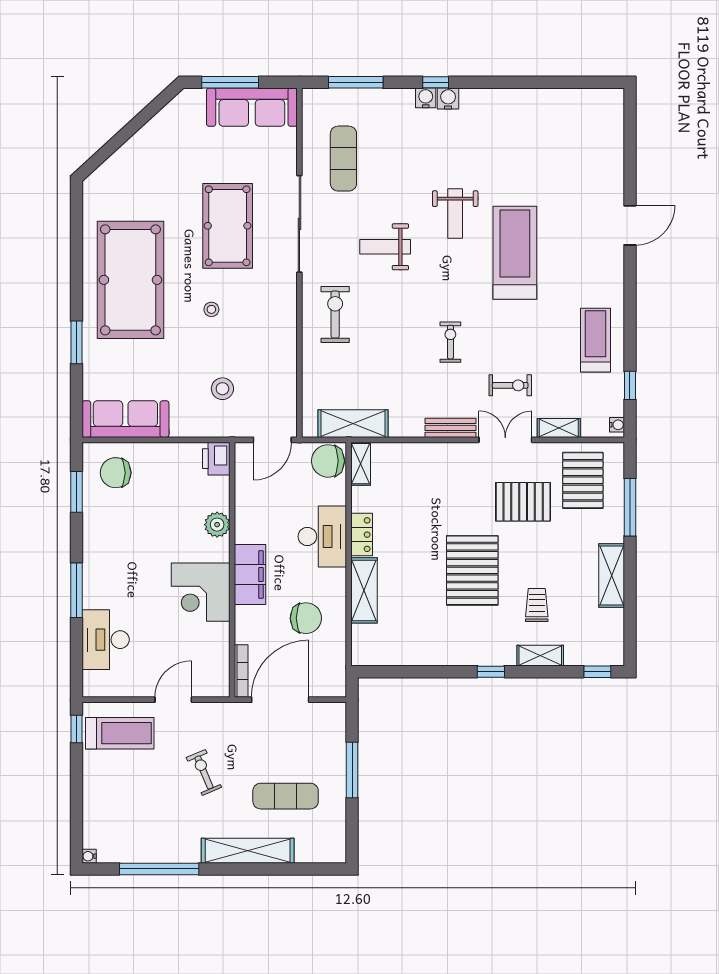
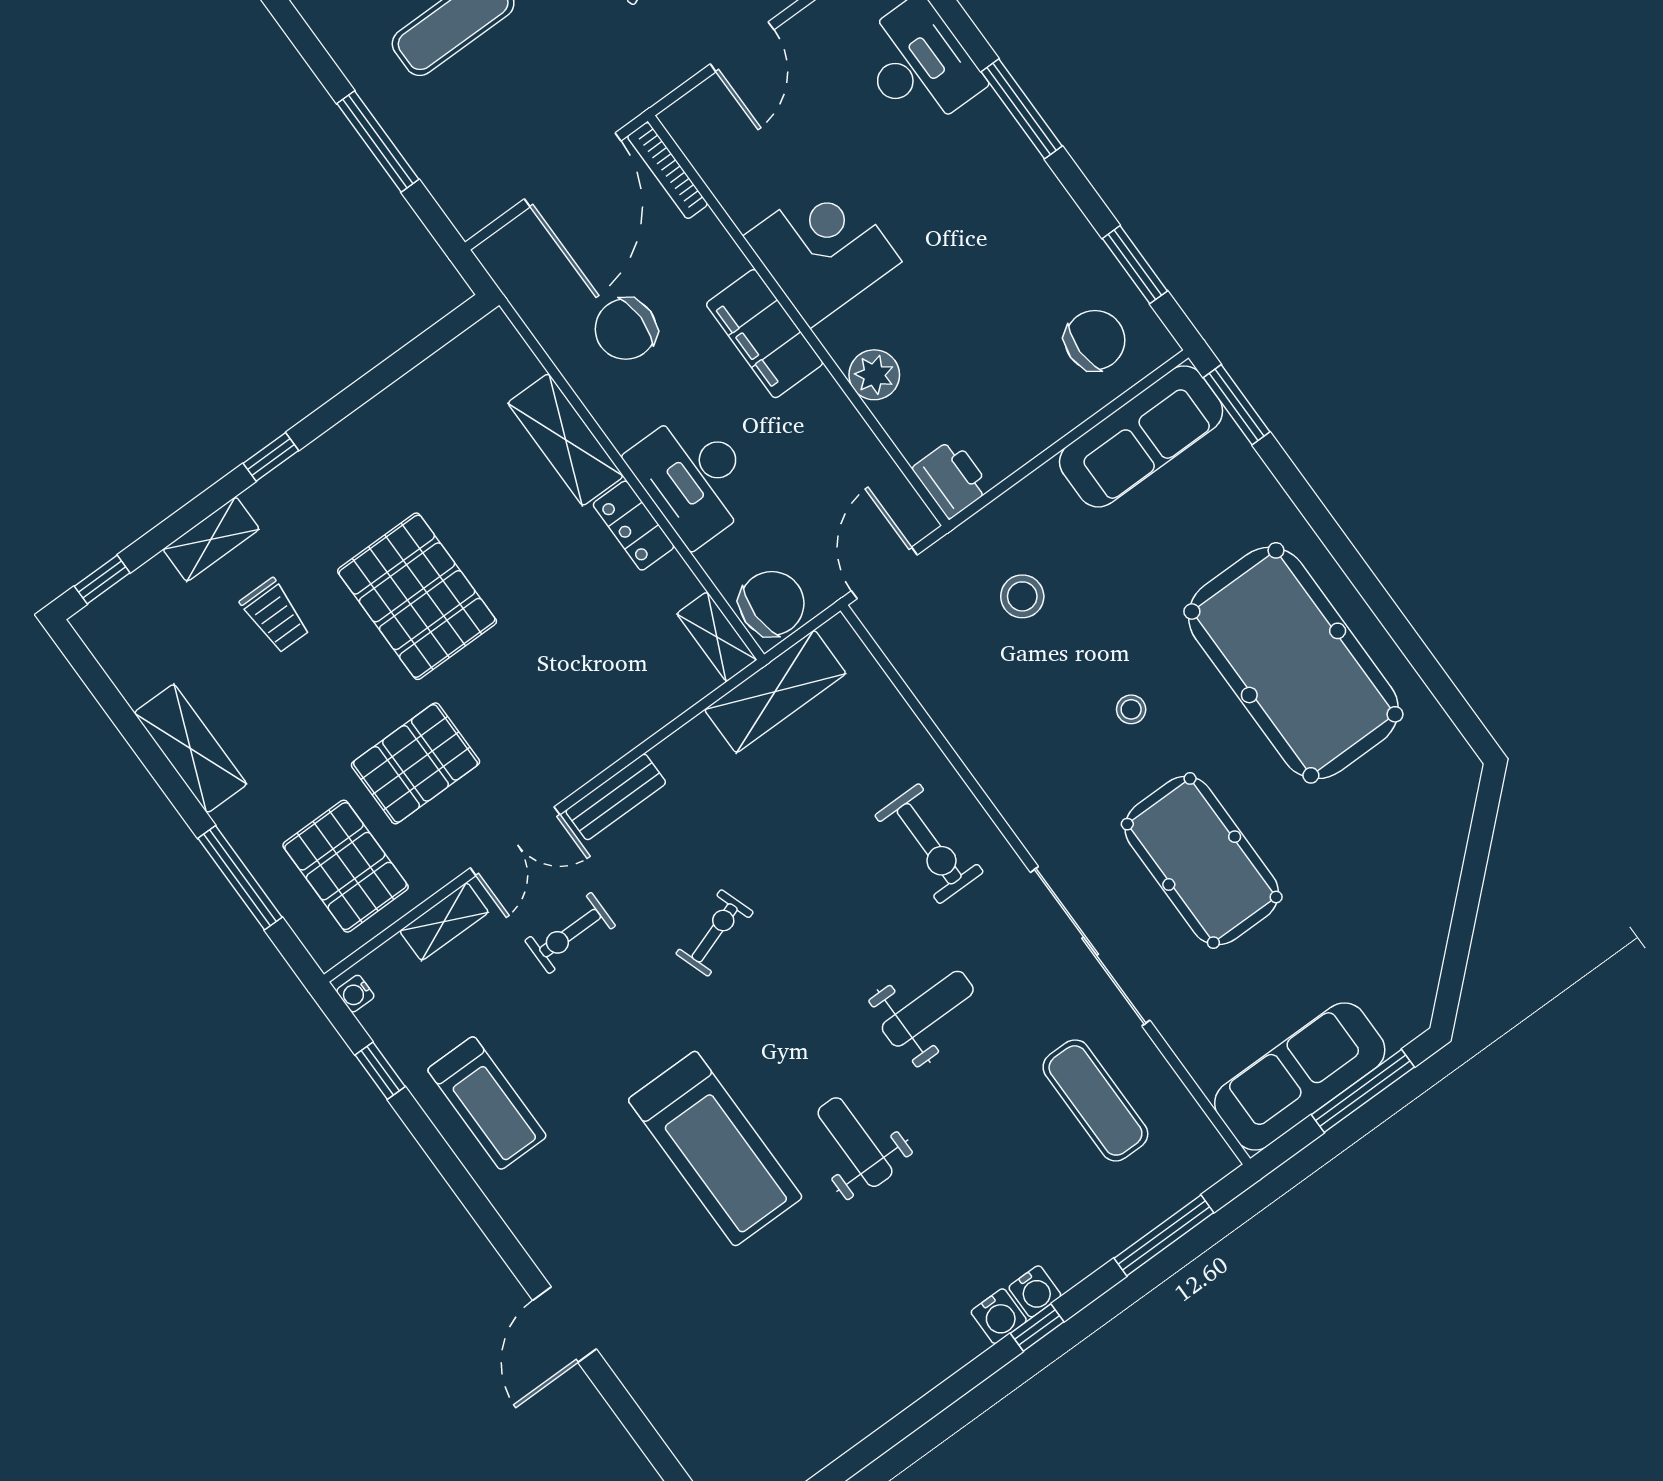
window: (76, 342) -> (1237, 405), moved
exercise bike: (450, 342) -> (715, 933), turned -109

